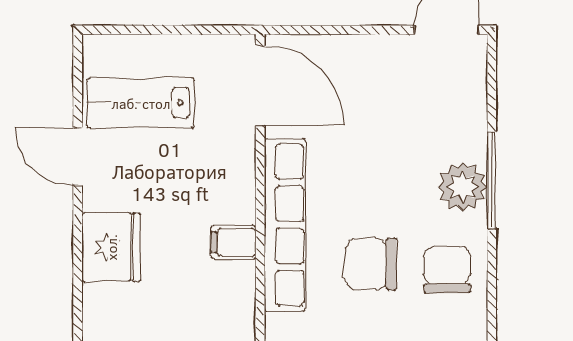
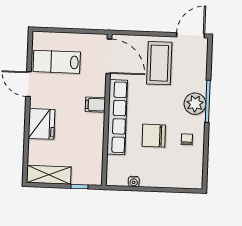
coffee table: (377, 97) -> (159, 63), added
filing cabinet: (233, 242) -> (95, 105), moved
chair: (447, 270) -> (187, 139), width x0.54, depth x0.54

